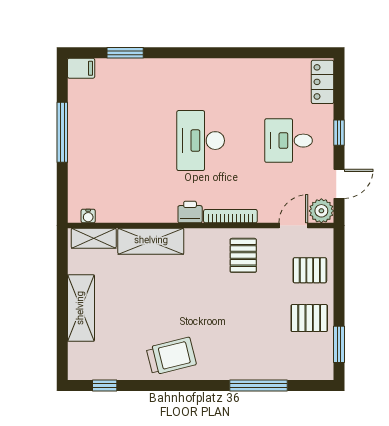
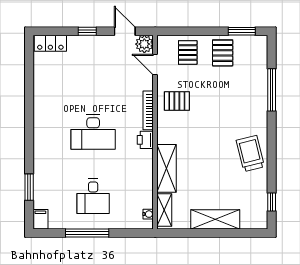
desk: (289, 141) -> (93, 196), moved

